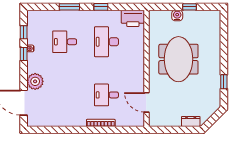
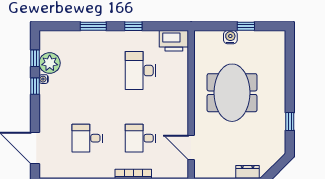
desk: (65, 42) -> (87, 138), moved
plant: (35, 81) -> (50, 63), moved

